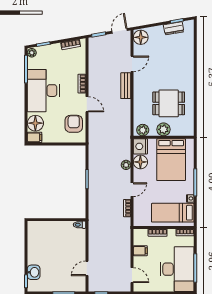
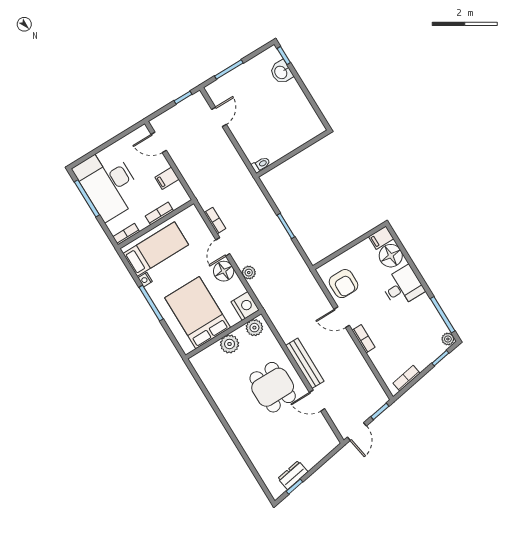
floor lamp: (141, 37) -> (326, 439), removed
door: (132, 64) -> (317, 401), hinge flipped
bench: (126, 86) -> (305, 363), width x1.36
desk: (43, 91) -> (402, 287), width x0.53, depth x0.77
dining table: (169, 103) -> (273, 387), moved, turned 90
floor lamp: (140, 162) -> (224, 271), moved

